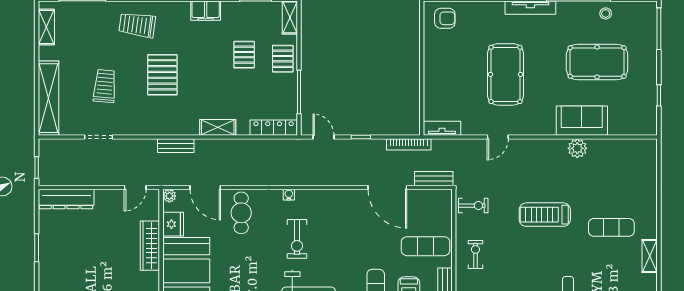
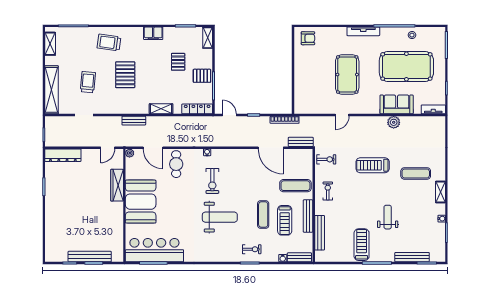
pallet: (283, 59) -> (202, 76), moved, turned 90
pool table: (597, 62) -> (406, 66), width x1.36, depth x1.32
tv unit: (442, 128) -> (433, 109), moved
fridge: (173, 224) -> (132, 171), removed

